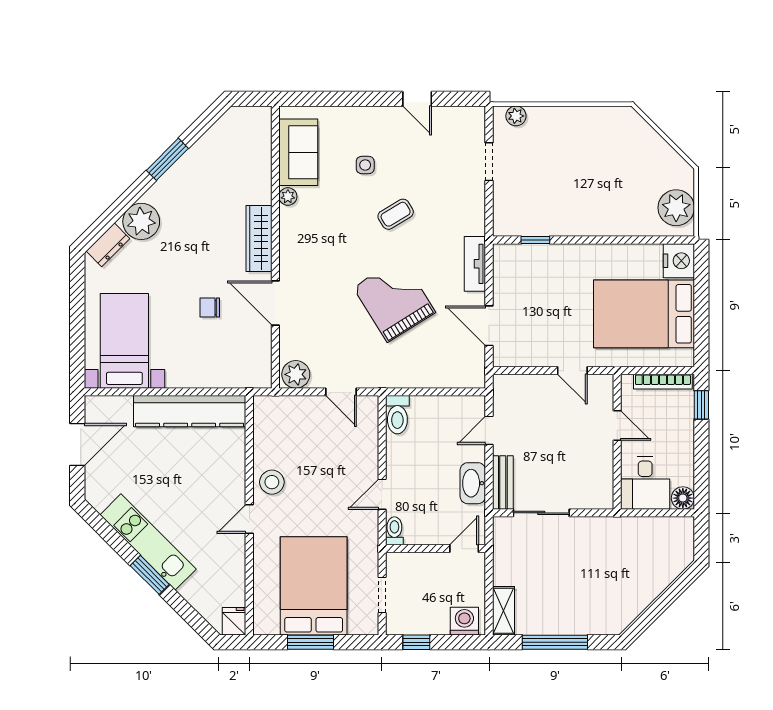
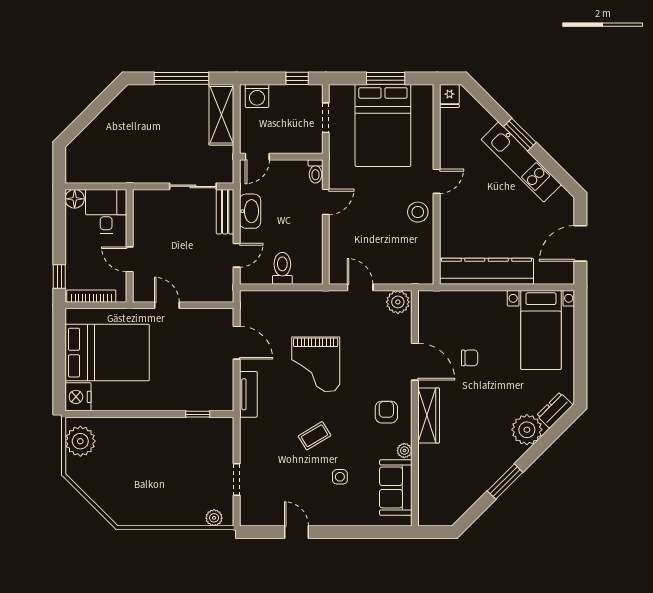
armchair: (310, 243) -> (386, 412), added
grand piano: (394, 300) -> (316, 364), turned 32
toilet: (397, 415) -> (282, 268), moved
shelving: (503, 611) -> (221, 115), width x1.50, depth x1.33

